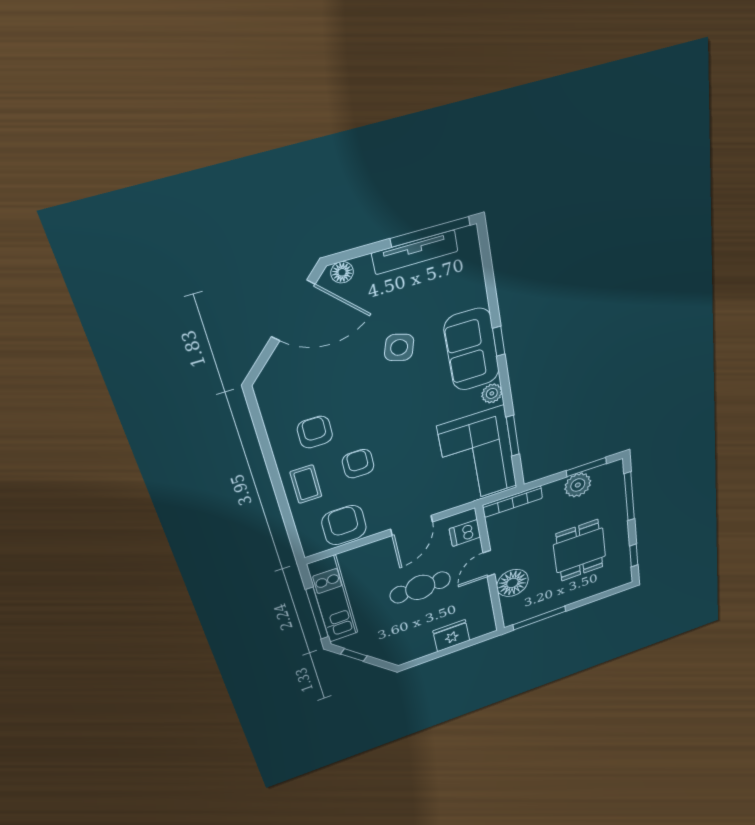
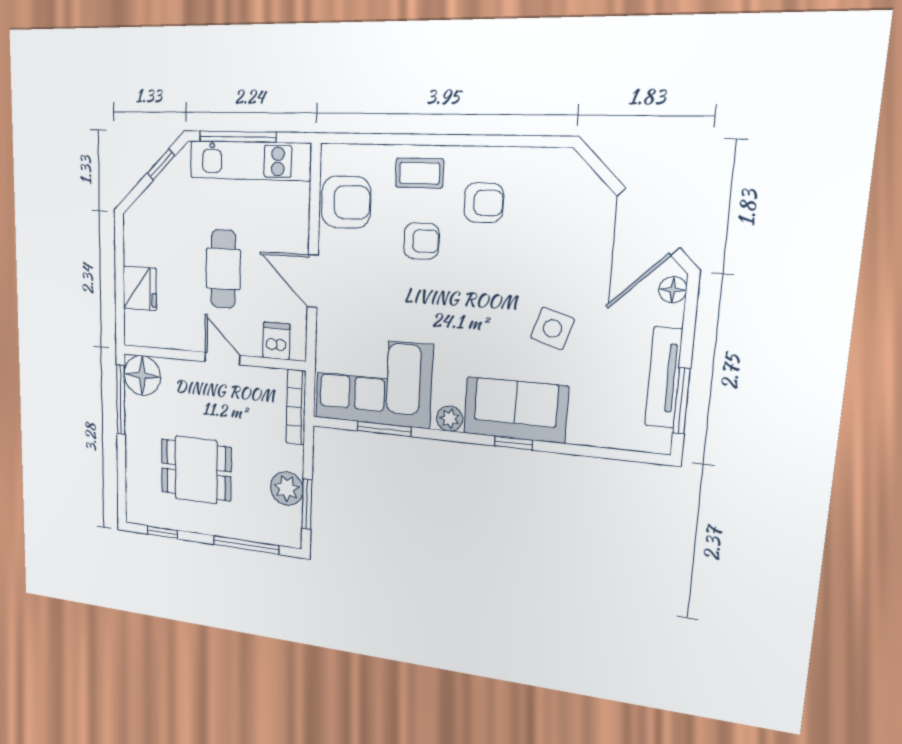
window: (430, 232) -> (682, 401), width x0.69
floor lamp: (512, 583) -> (142, 376), moved

